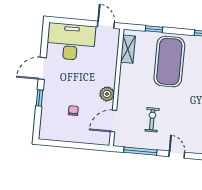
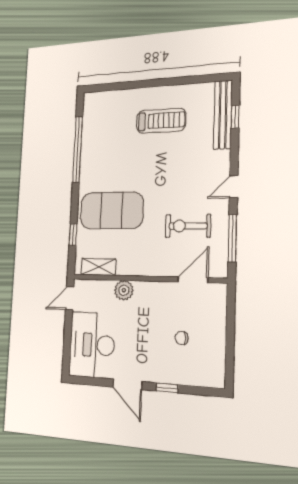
plant: (107, 94) -> (124, 290), moved
exercise bike: (152, 120) -> (188, 226), width x1.38, depth x1.39
door: (113, 121) -> (193, 280), swing flipped

